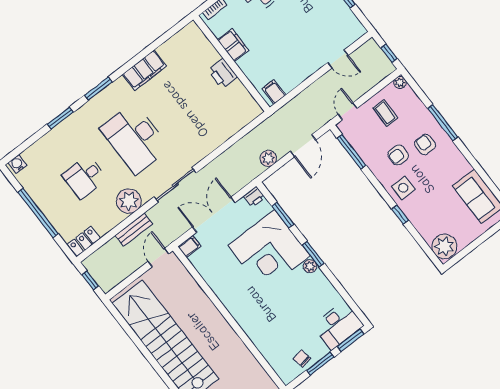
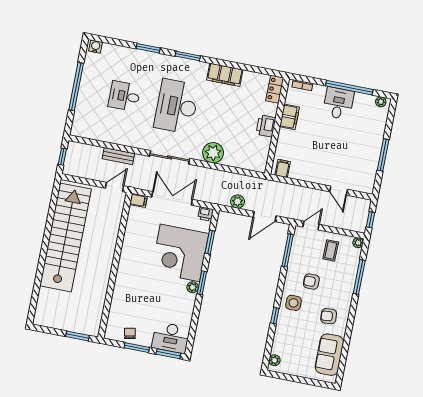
window: (443, 123) -> (359, 277), moved
armchair: (425, 144) -> (329, 316), moved, turned -95
plant: (129, 201) -> (213, 153), moved
locker: (84, 241) -> (275, 89), moved, turned -90
plant: (444, 246) -> (274, 360), width x0.53, depth x0.53

